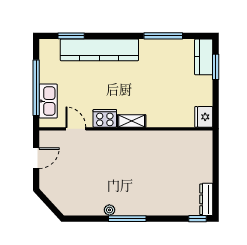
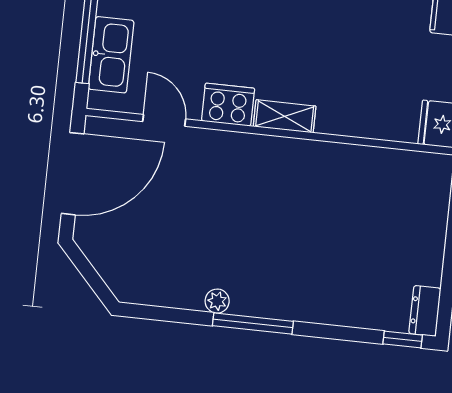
door: (36, 158) -> (73, 174), width x1.87
dresser: (206, 199) -> (425, 311), width x0.70

